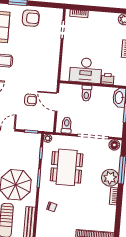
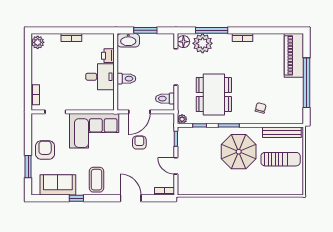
corner sofa: (44, 62) -> (94, 131), added
desk: (86, 70) -> (100, 77), width x0.73
dining table: (67, 167) -> (214, 95), turned 90
plant: (110, 178) -> (203, 43), moved

